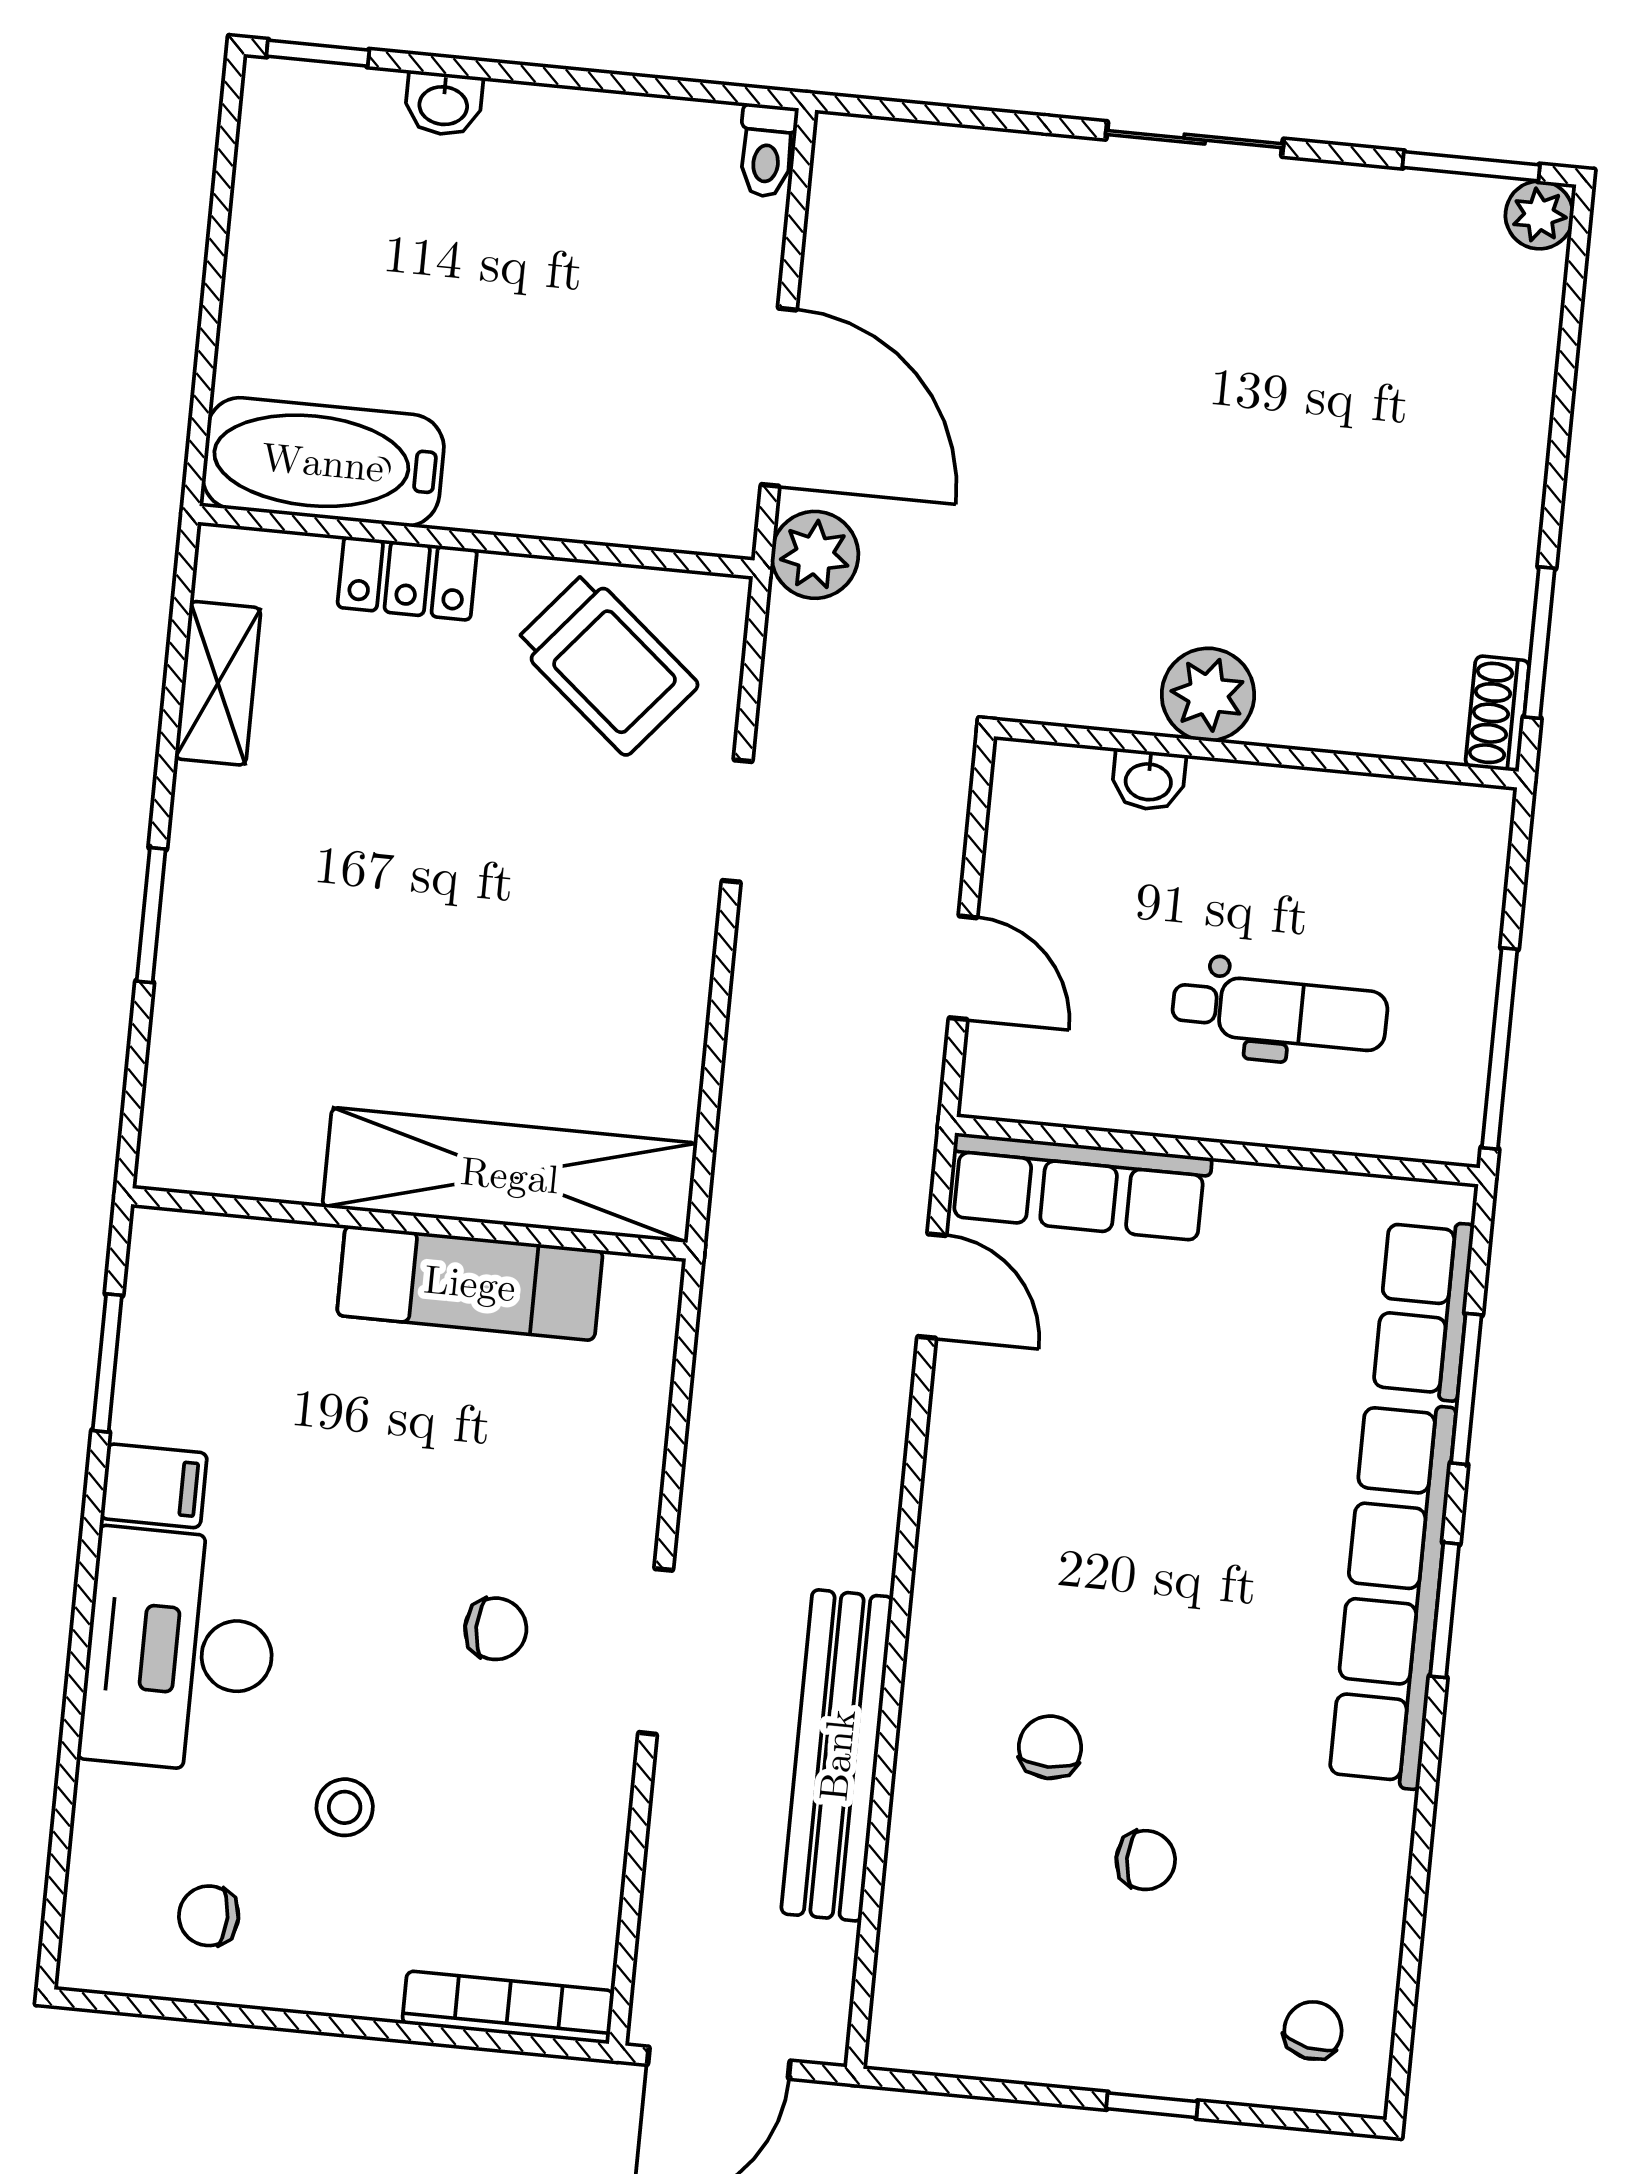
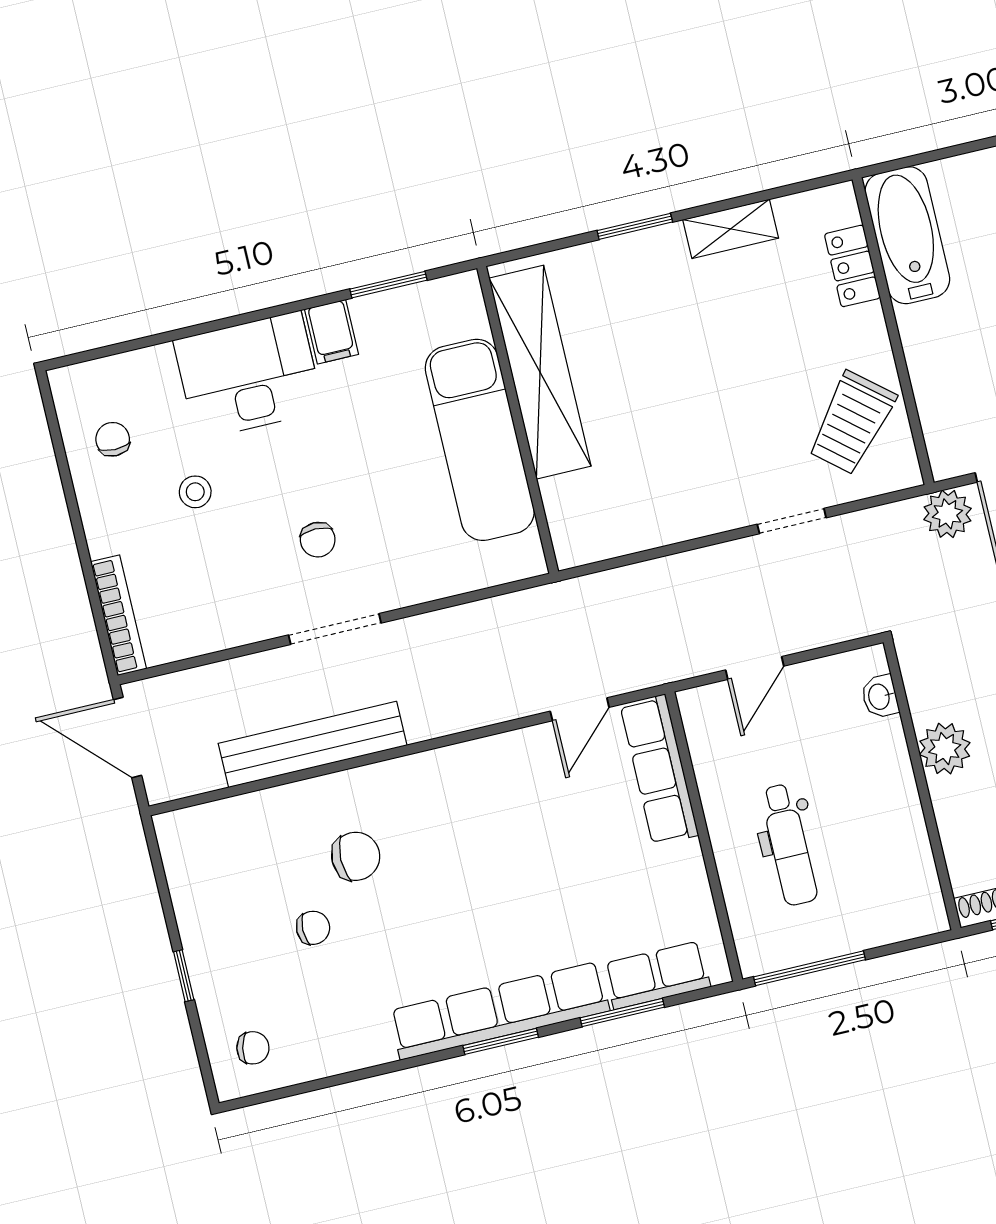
locker: (407, 578) -> (852, 266), moved
shelving: (218, 683) -> (731, 229), moved
washbasin: (1148, 780) -> (880, 697), moved
shelving: (510, 1175) -> (540, 372), moved
exam couch: (470, 1283) -> (480, 440), width x1.36, depth x1.45
chair: (1050, 1747) -> (356, 856), width x1.37, depth x1.37
chair: (1146, 1860) -> (313, 928), turned -90

